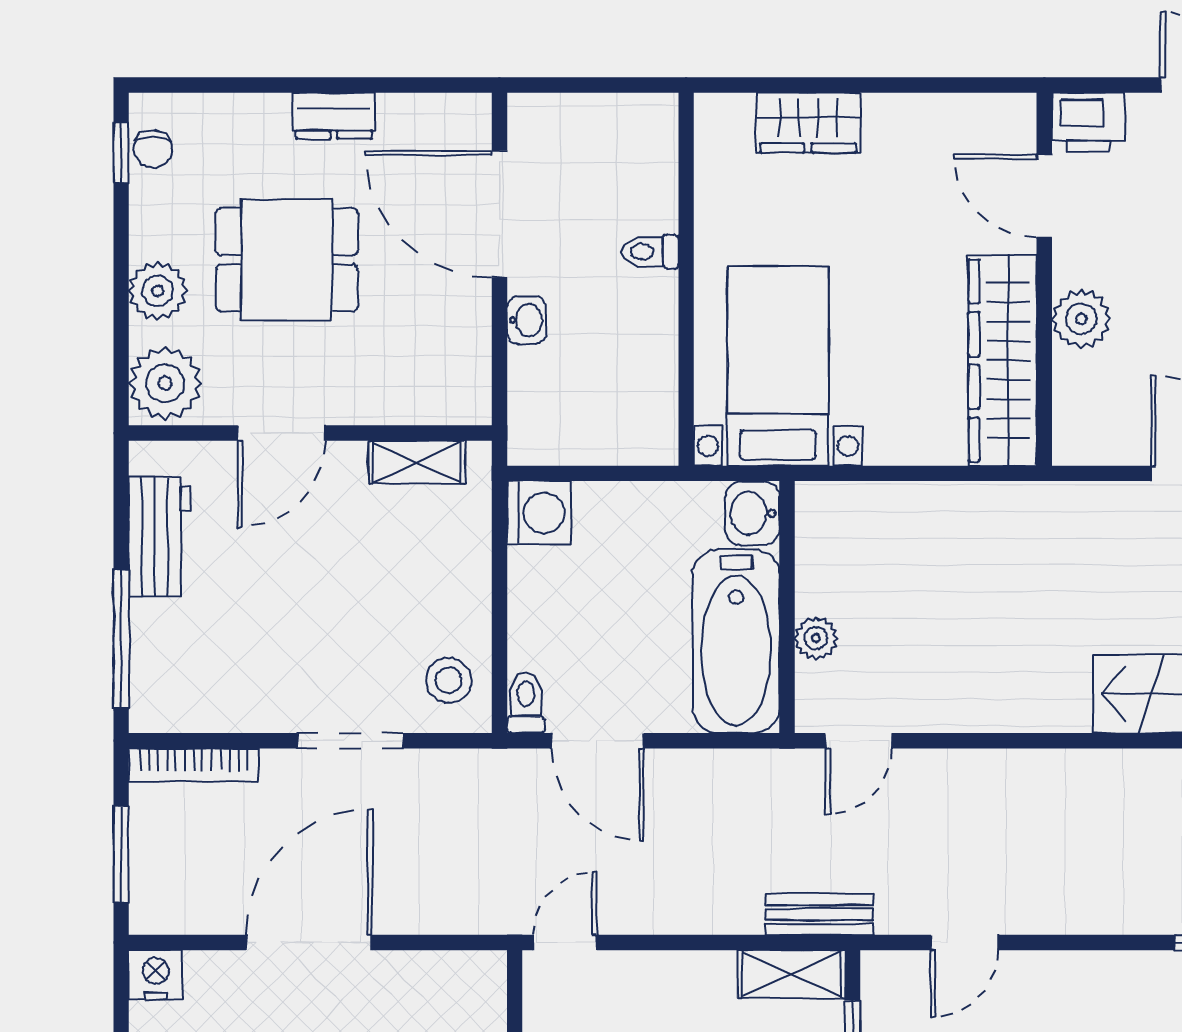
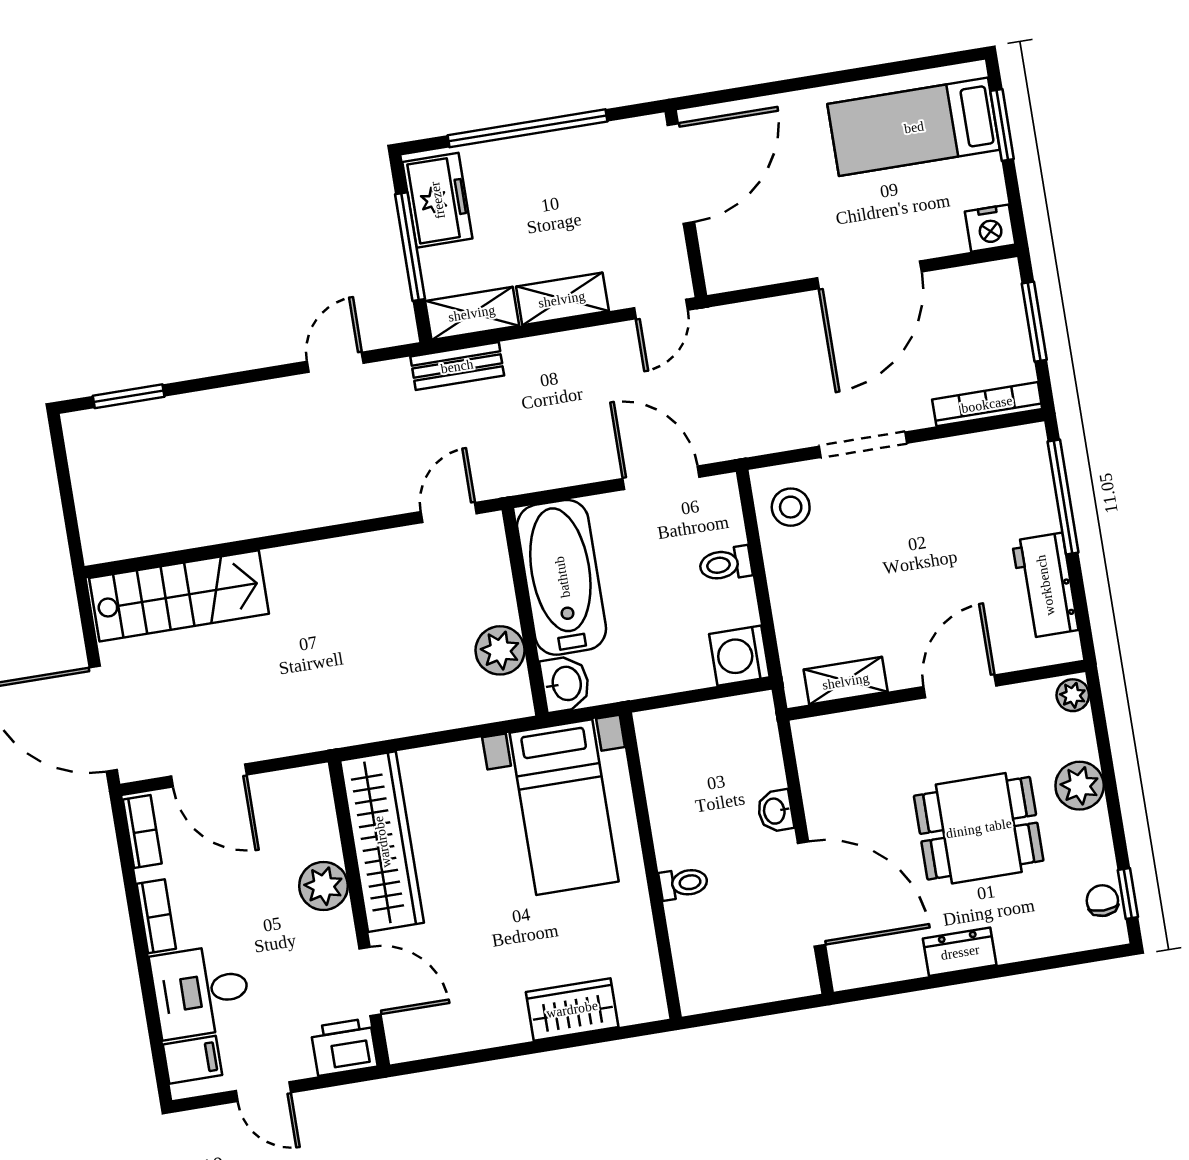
plant: (165, 383) -> (1073, 695), width x0.53, depth x0.53
plant: (816, 638) -> (500, 650), moved, width x1.38, depth x1.38
toilet: (526, 703) -> (725, 564), moved, turned 90
shelving: (681, 974) -> (562, 299), added

